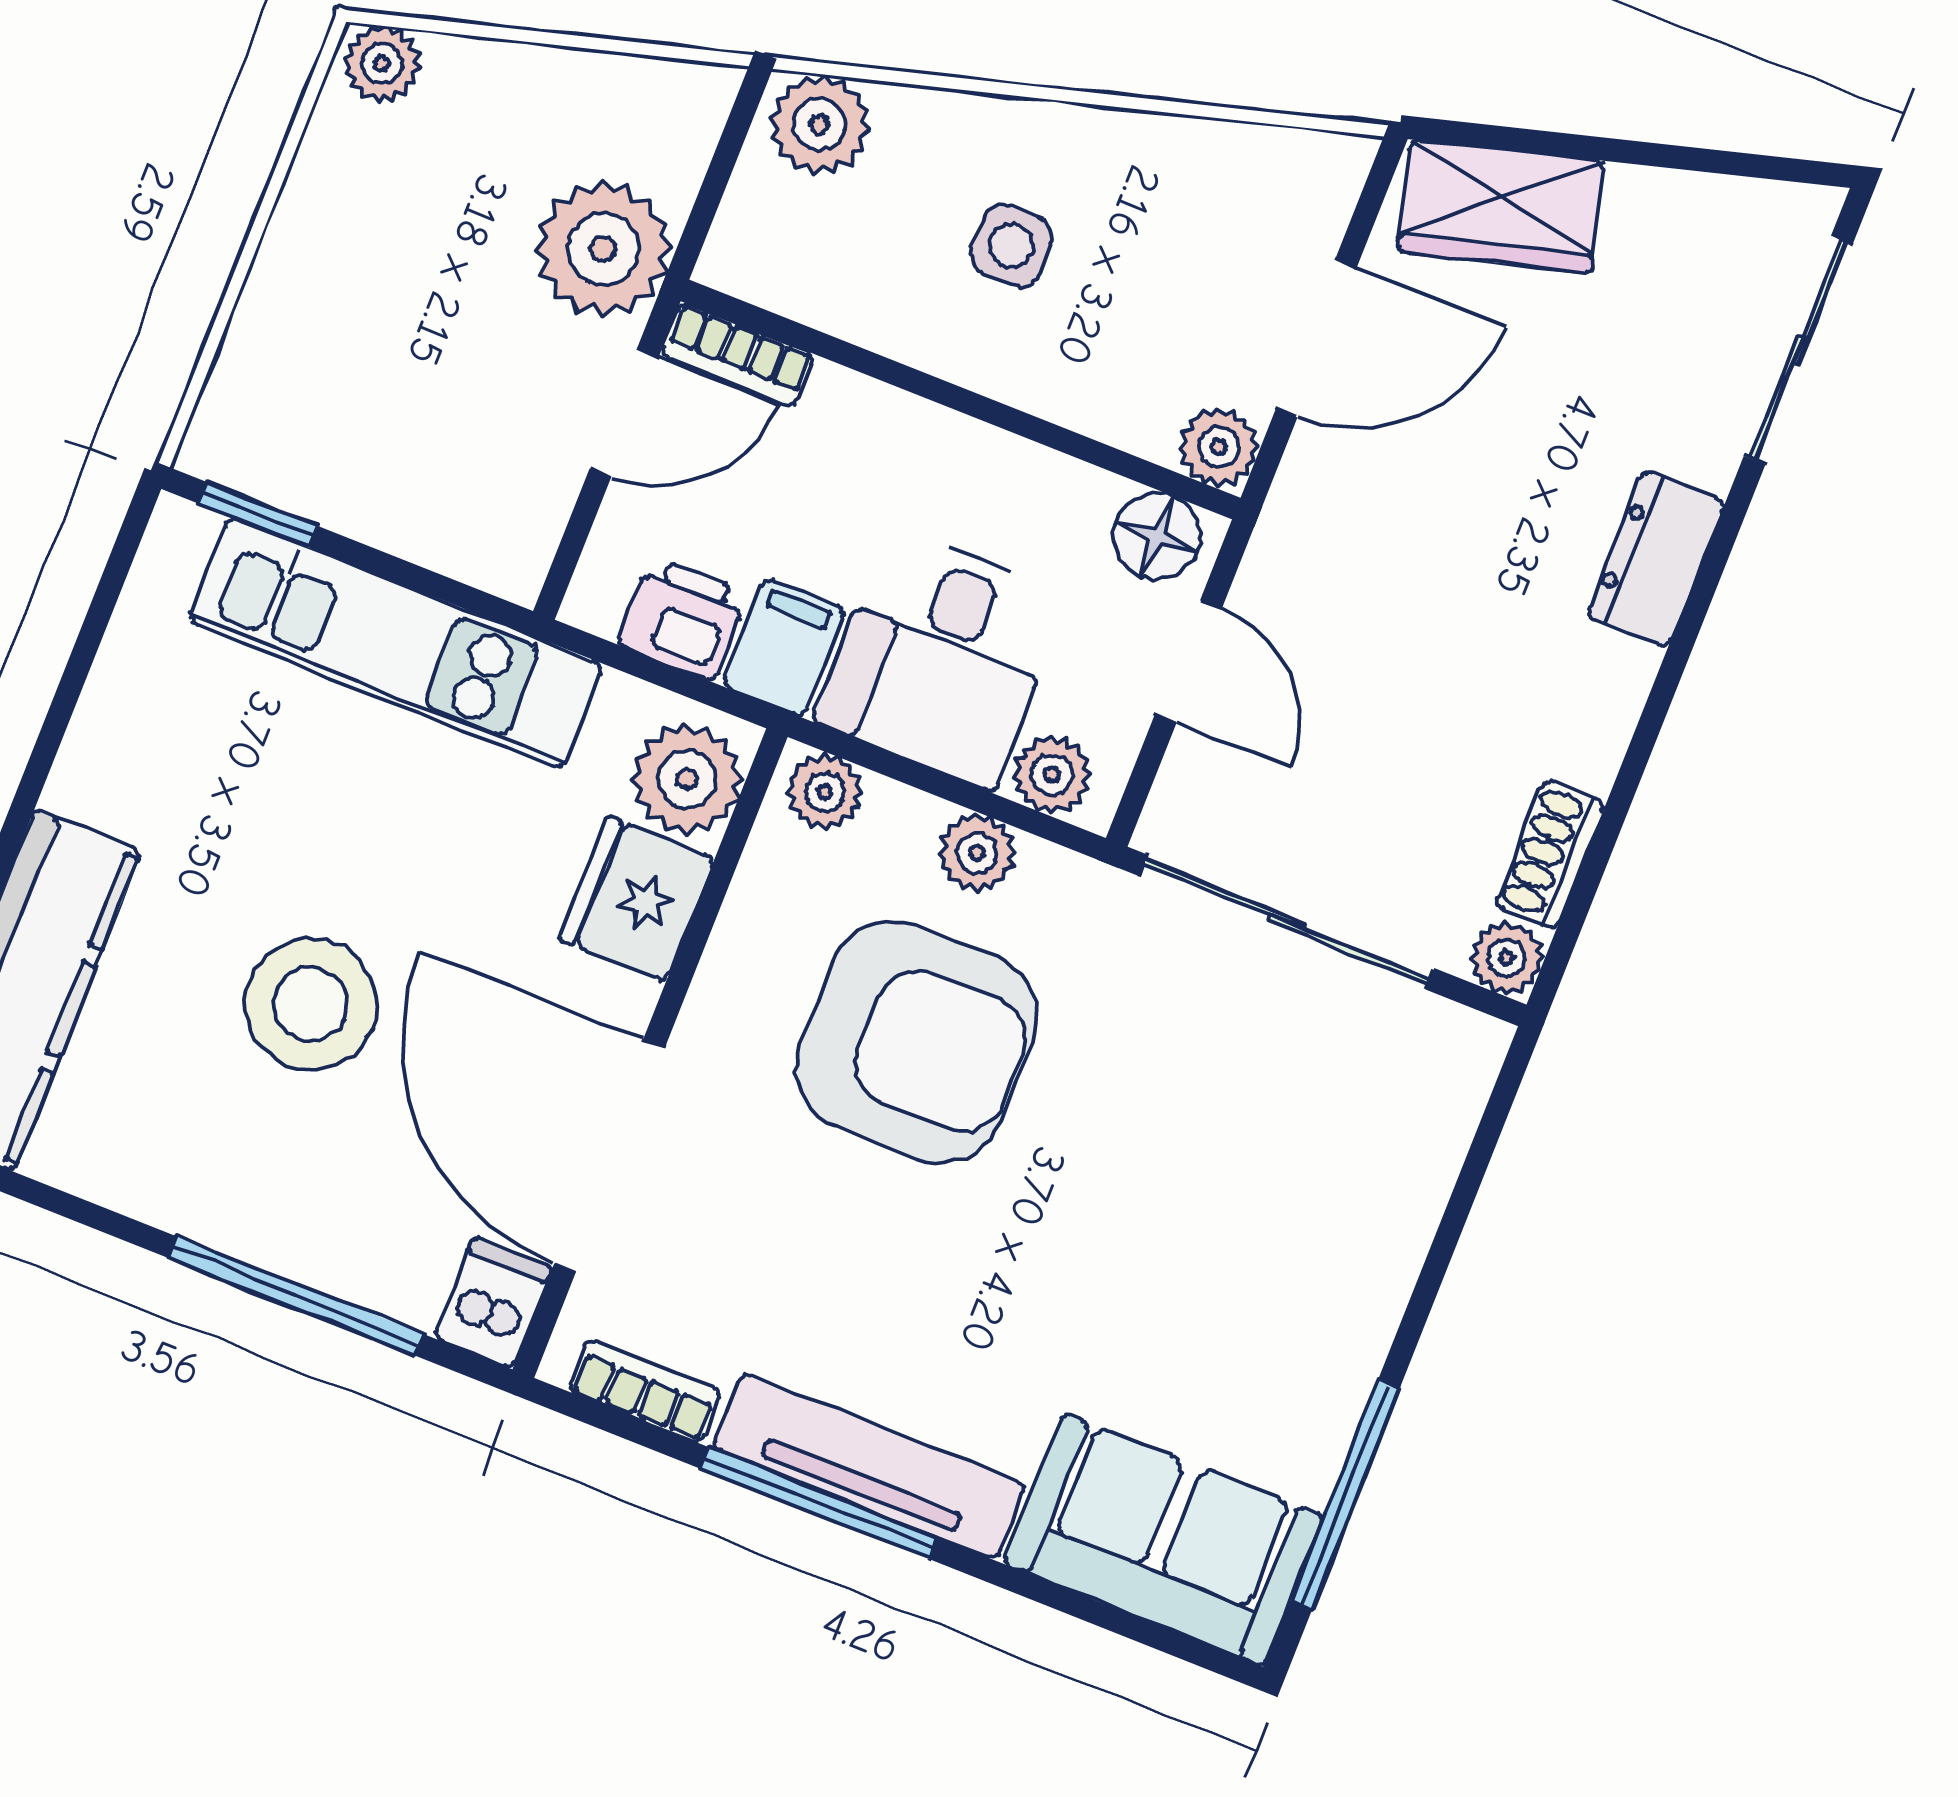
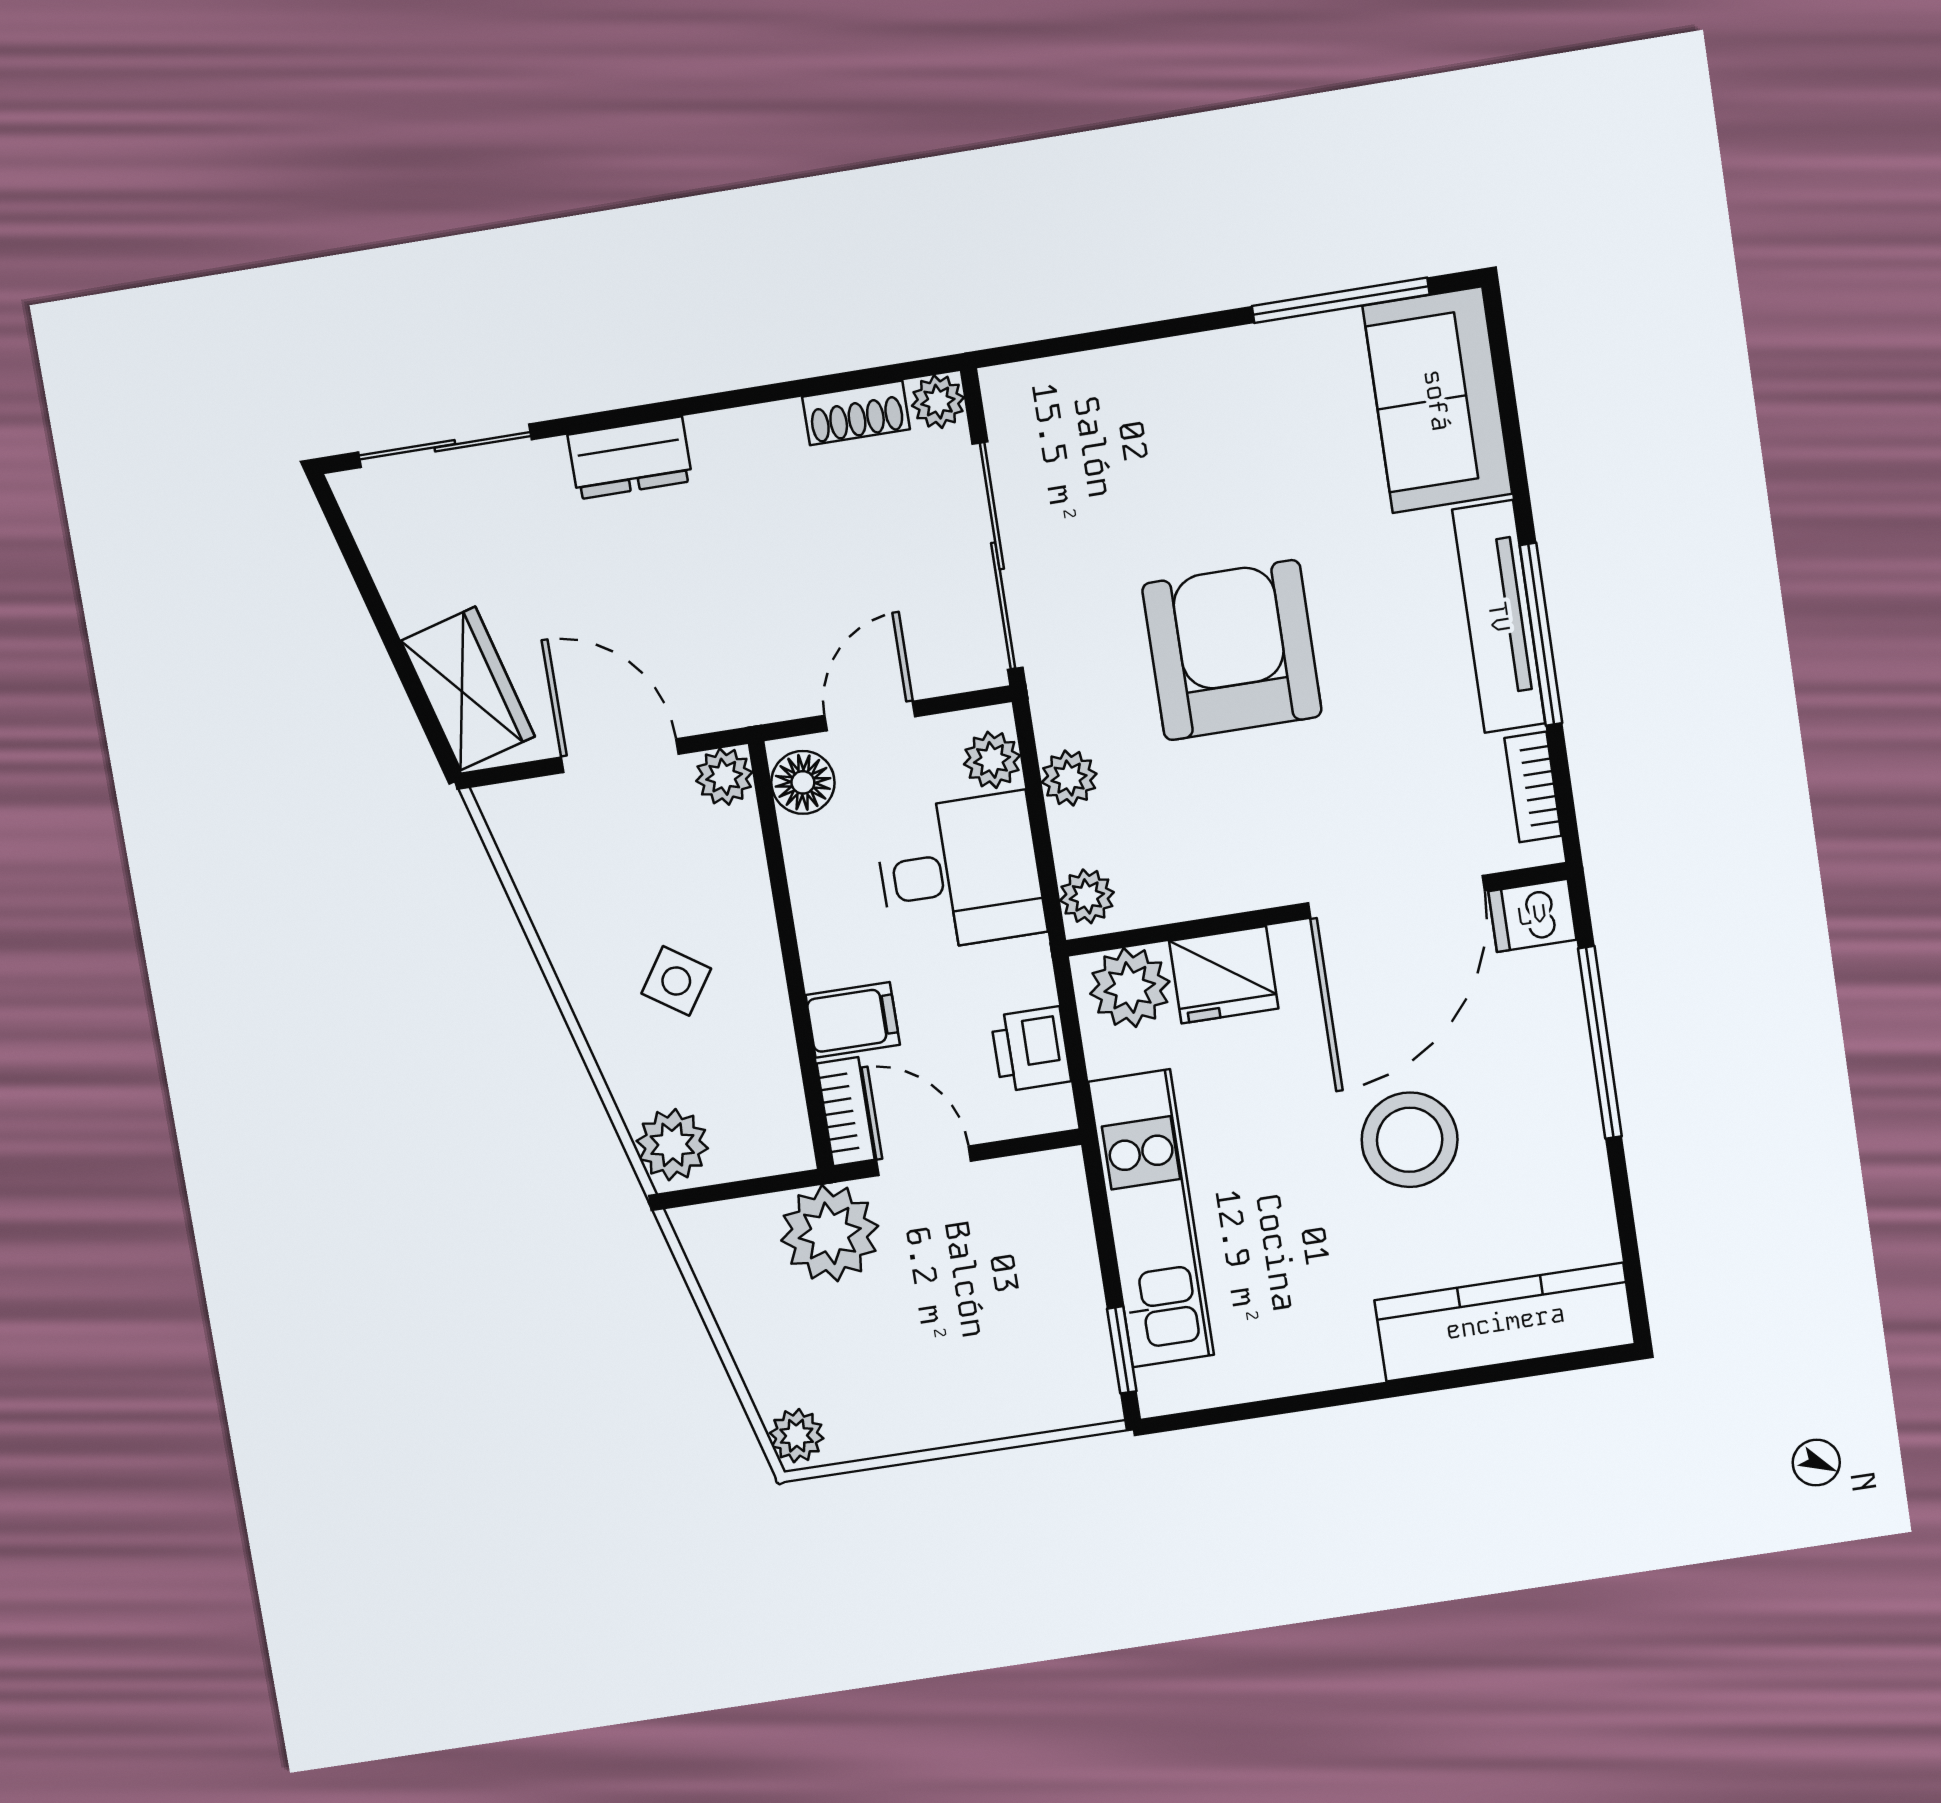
side table: (1011, 246) -> (676, 981), turned 34
filing cabinet: (784, 647) -> (853, 1020), moved, turned 180
armchair: (916, 1042) -> (1232, 650), moved

